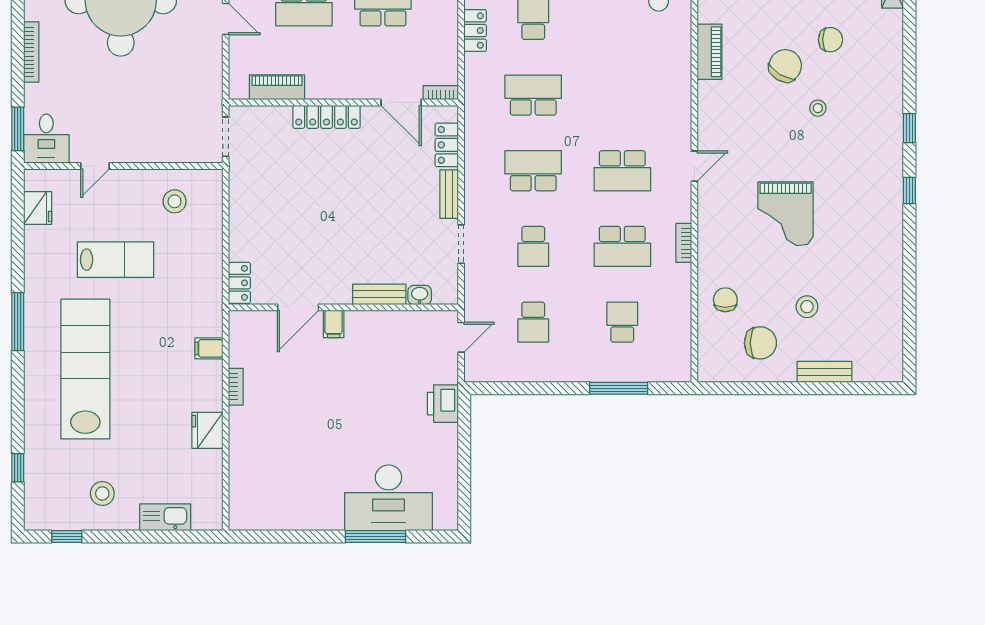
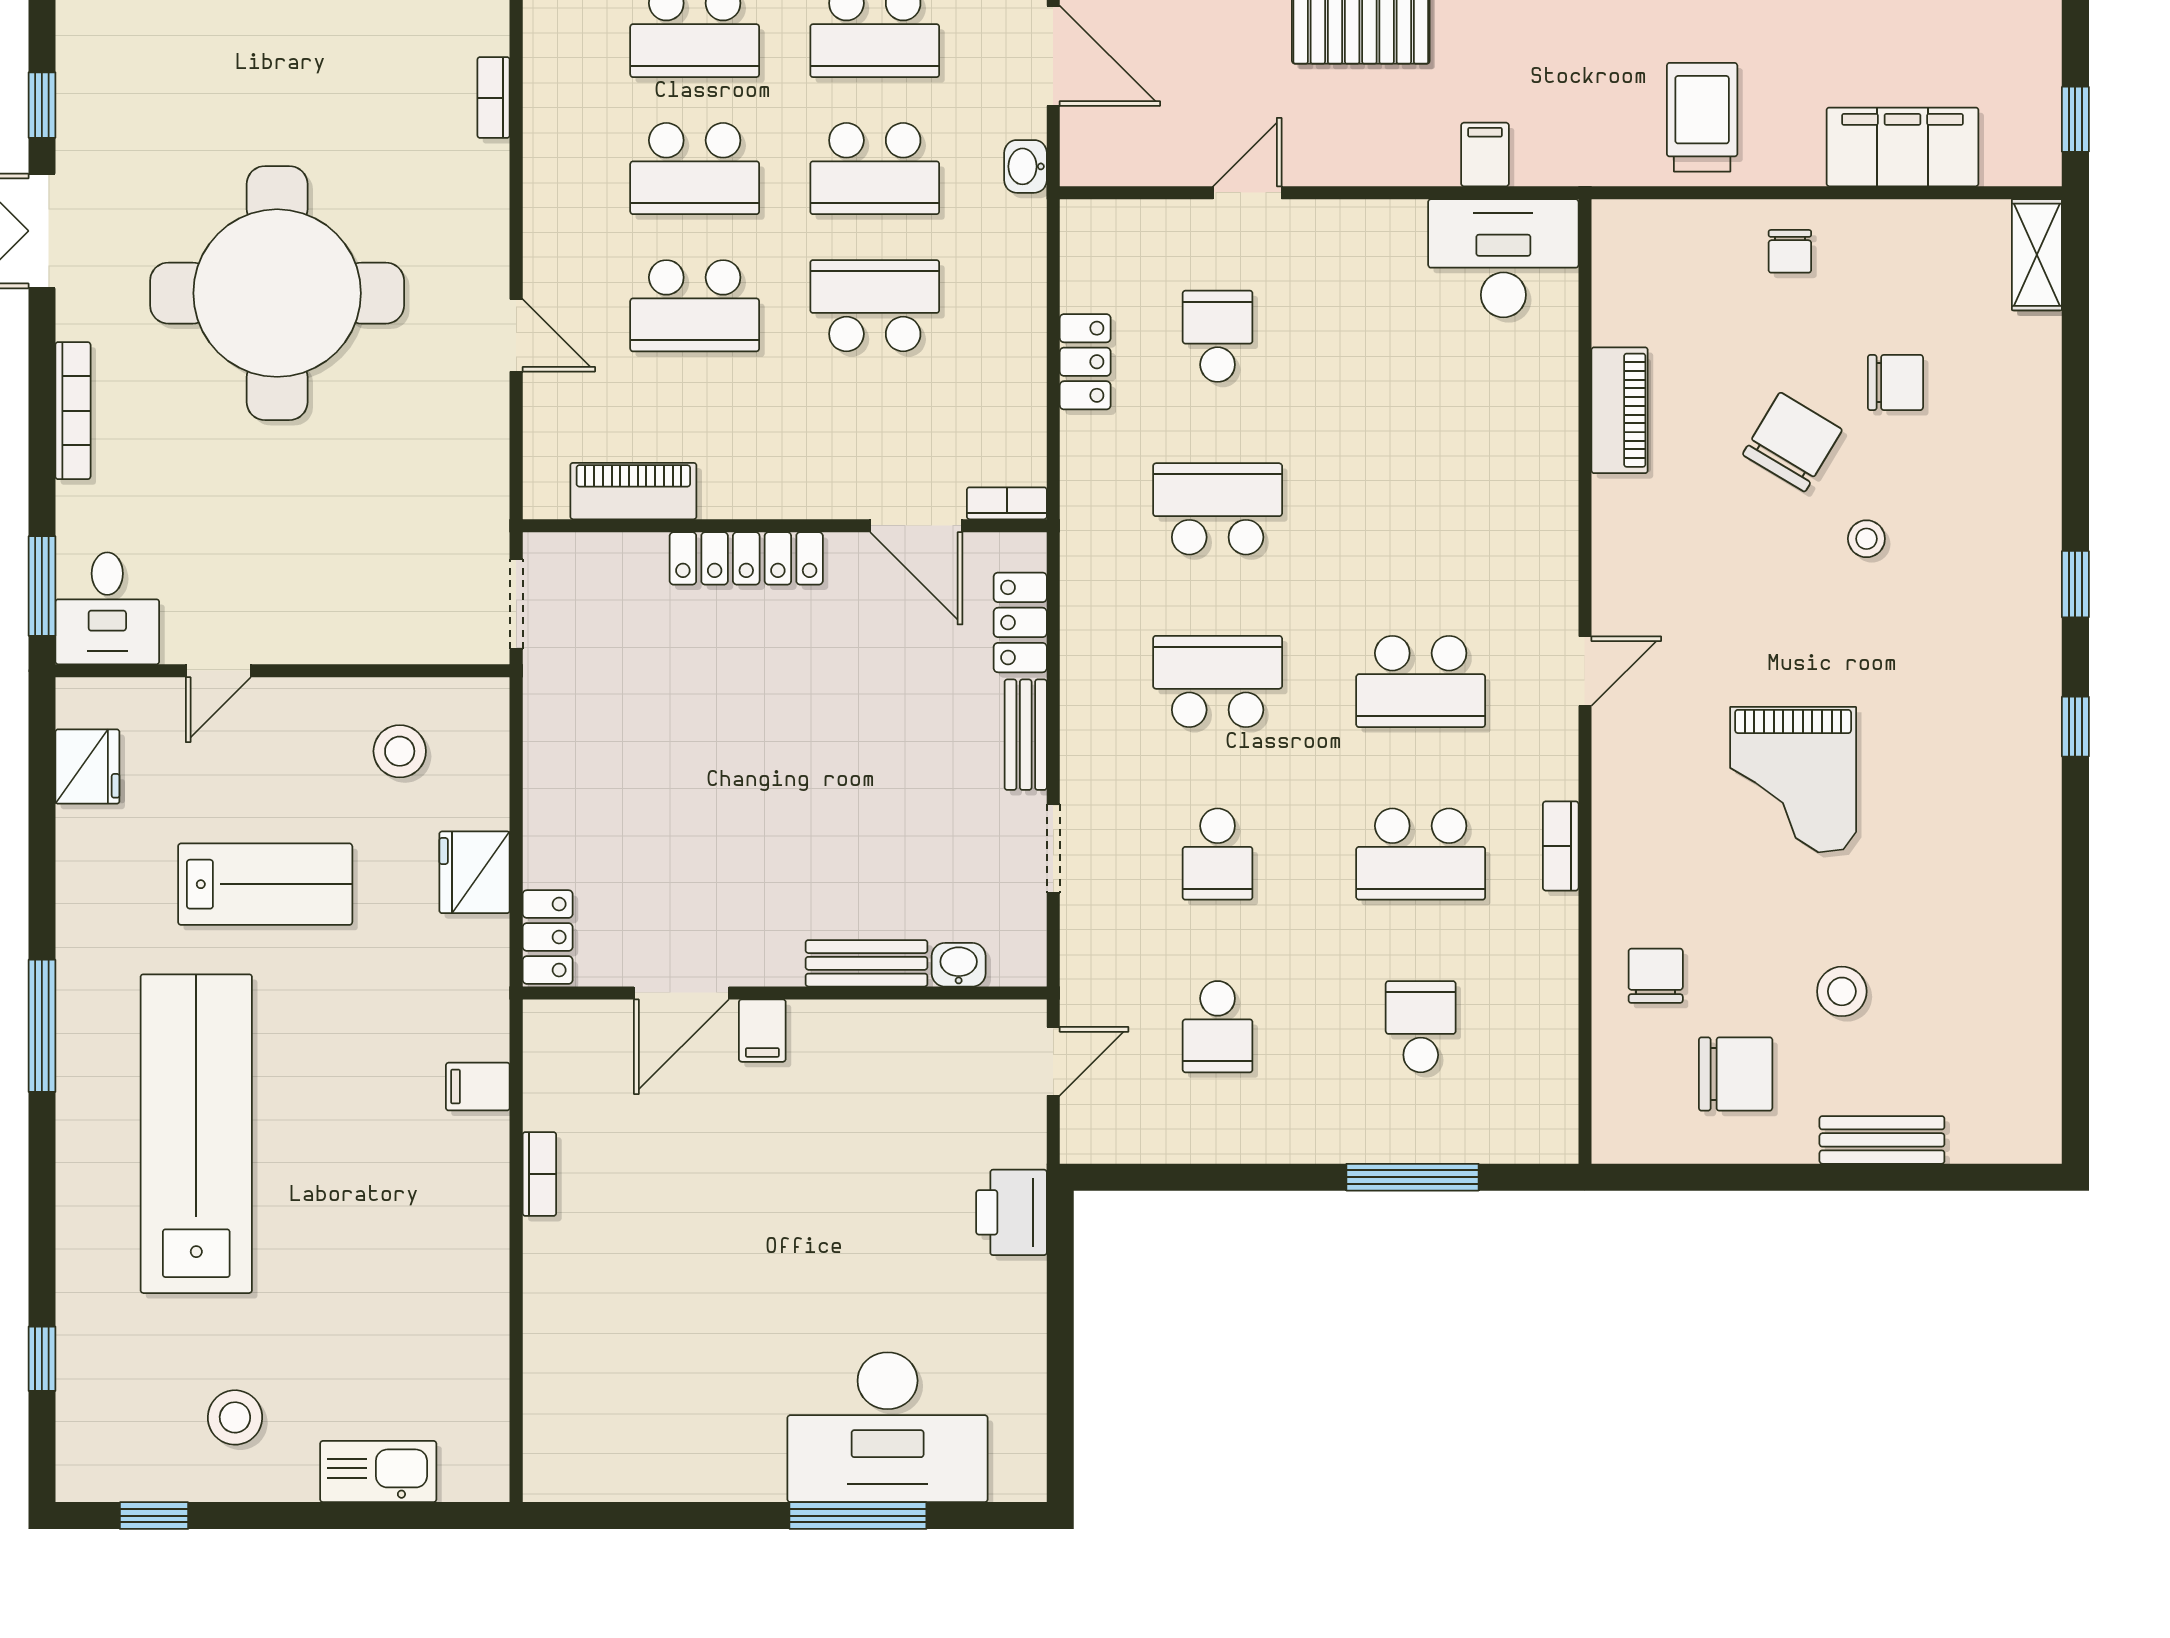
fridge: (207, 430) -> (475, 872), moved

